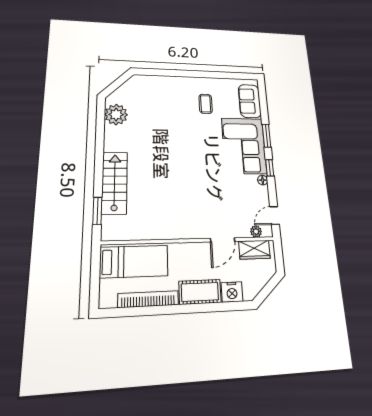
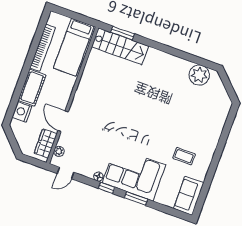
sofa: (250, 101) -> (189, 196), moved, turned -90
stairs: (115, 183) -> (120, 46), moved
door: (275, 216) -> (66, 173), swing flipped

